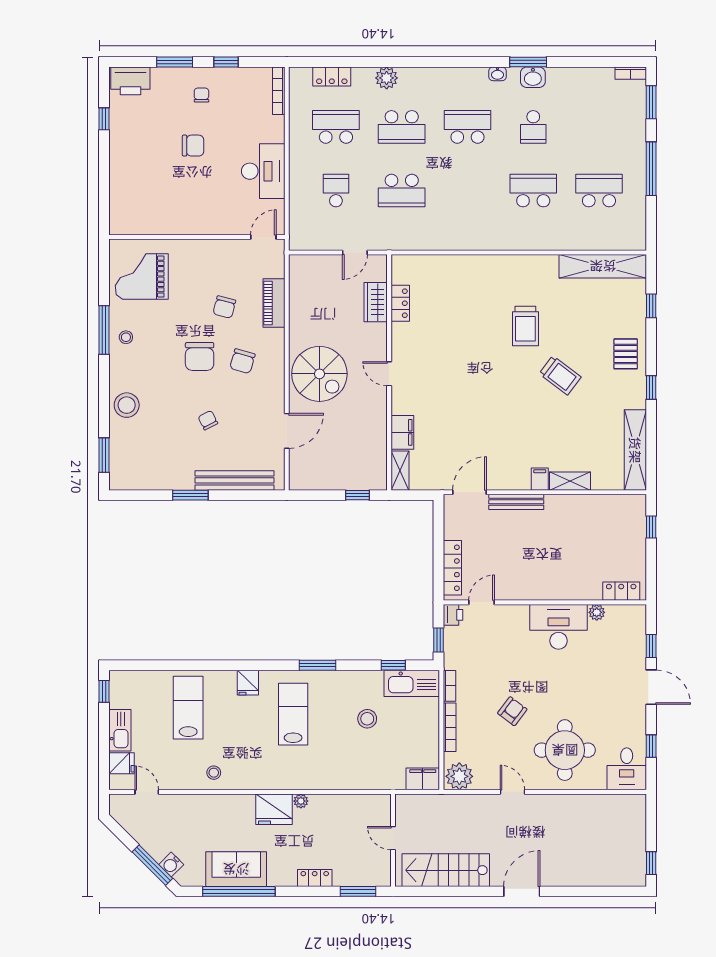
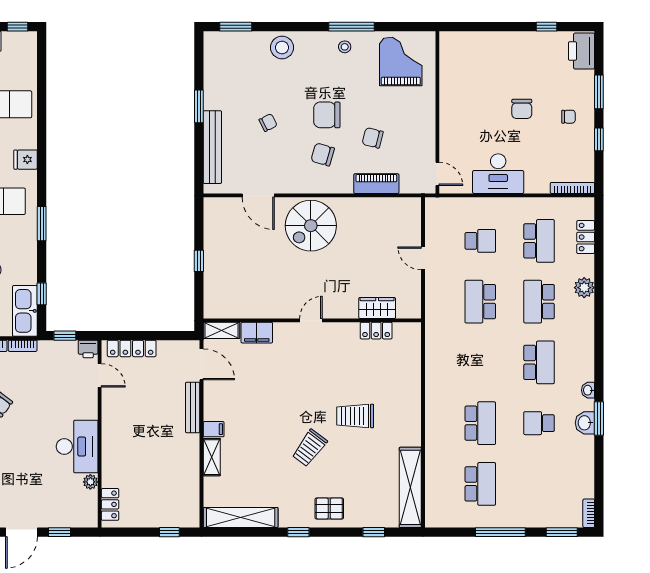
wardrobe: (376, 302) -> (377, 308), moved
locker: (400, 303) -> (376, 331), moved
wall: (389, 372) -> (312, 320), moved
door: (389, 374) -> (311, 320), moved
filing cabinet: (402, 432) -> (257, 333), moved
shelving: (400, 471) -> (221, 330), moved

